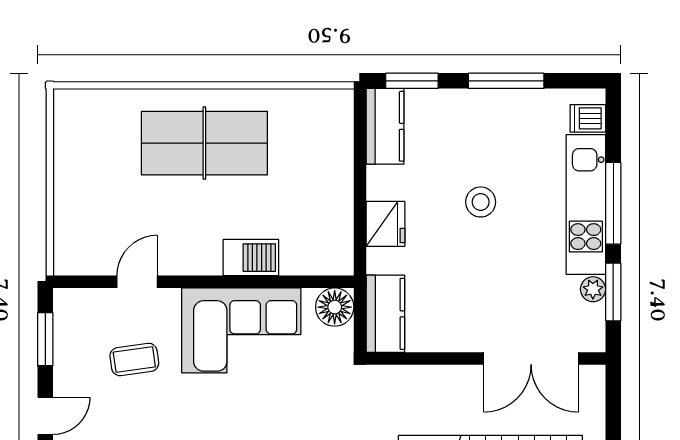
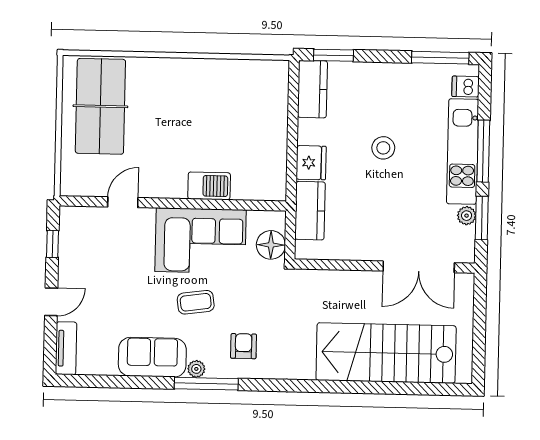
window: (506, 81) -> (440, 58), moved
table tennis table: (204, 143) -> (100, 106), moved, turned 90
floor lamp: (335, 307) -> (271, 245), moved
kitchen counter: (385, 314) -> (310, 211), moved
window: (45, 339) -> (53, 244), width x0.67
coffee table: (134, 359) -> (196, 302), moved

